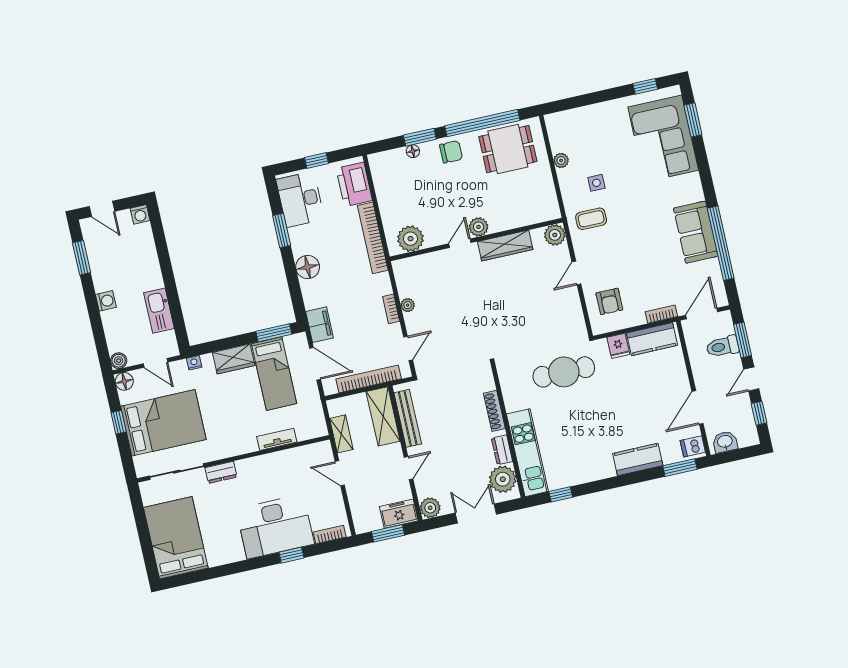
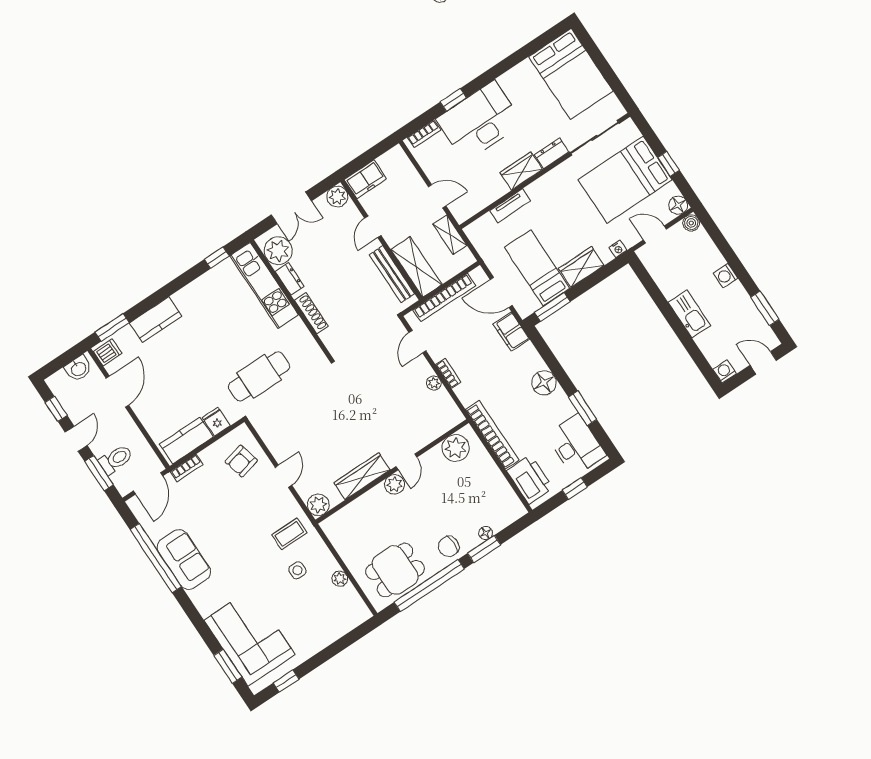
armchair: (609, 301) -> (241, 461), turned -104
kitchen sink: (159, 311) -> (689, 314), moved
wardrobe: (255, 467) -> (521, 171), added
window: (388, 533) -> (368, 156), removed

